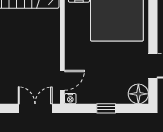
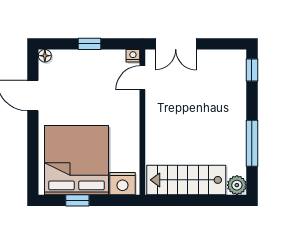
floor lamp: (138, 94) -> (45, 56), width x0.53, depth x0.53

